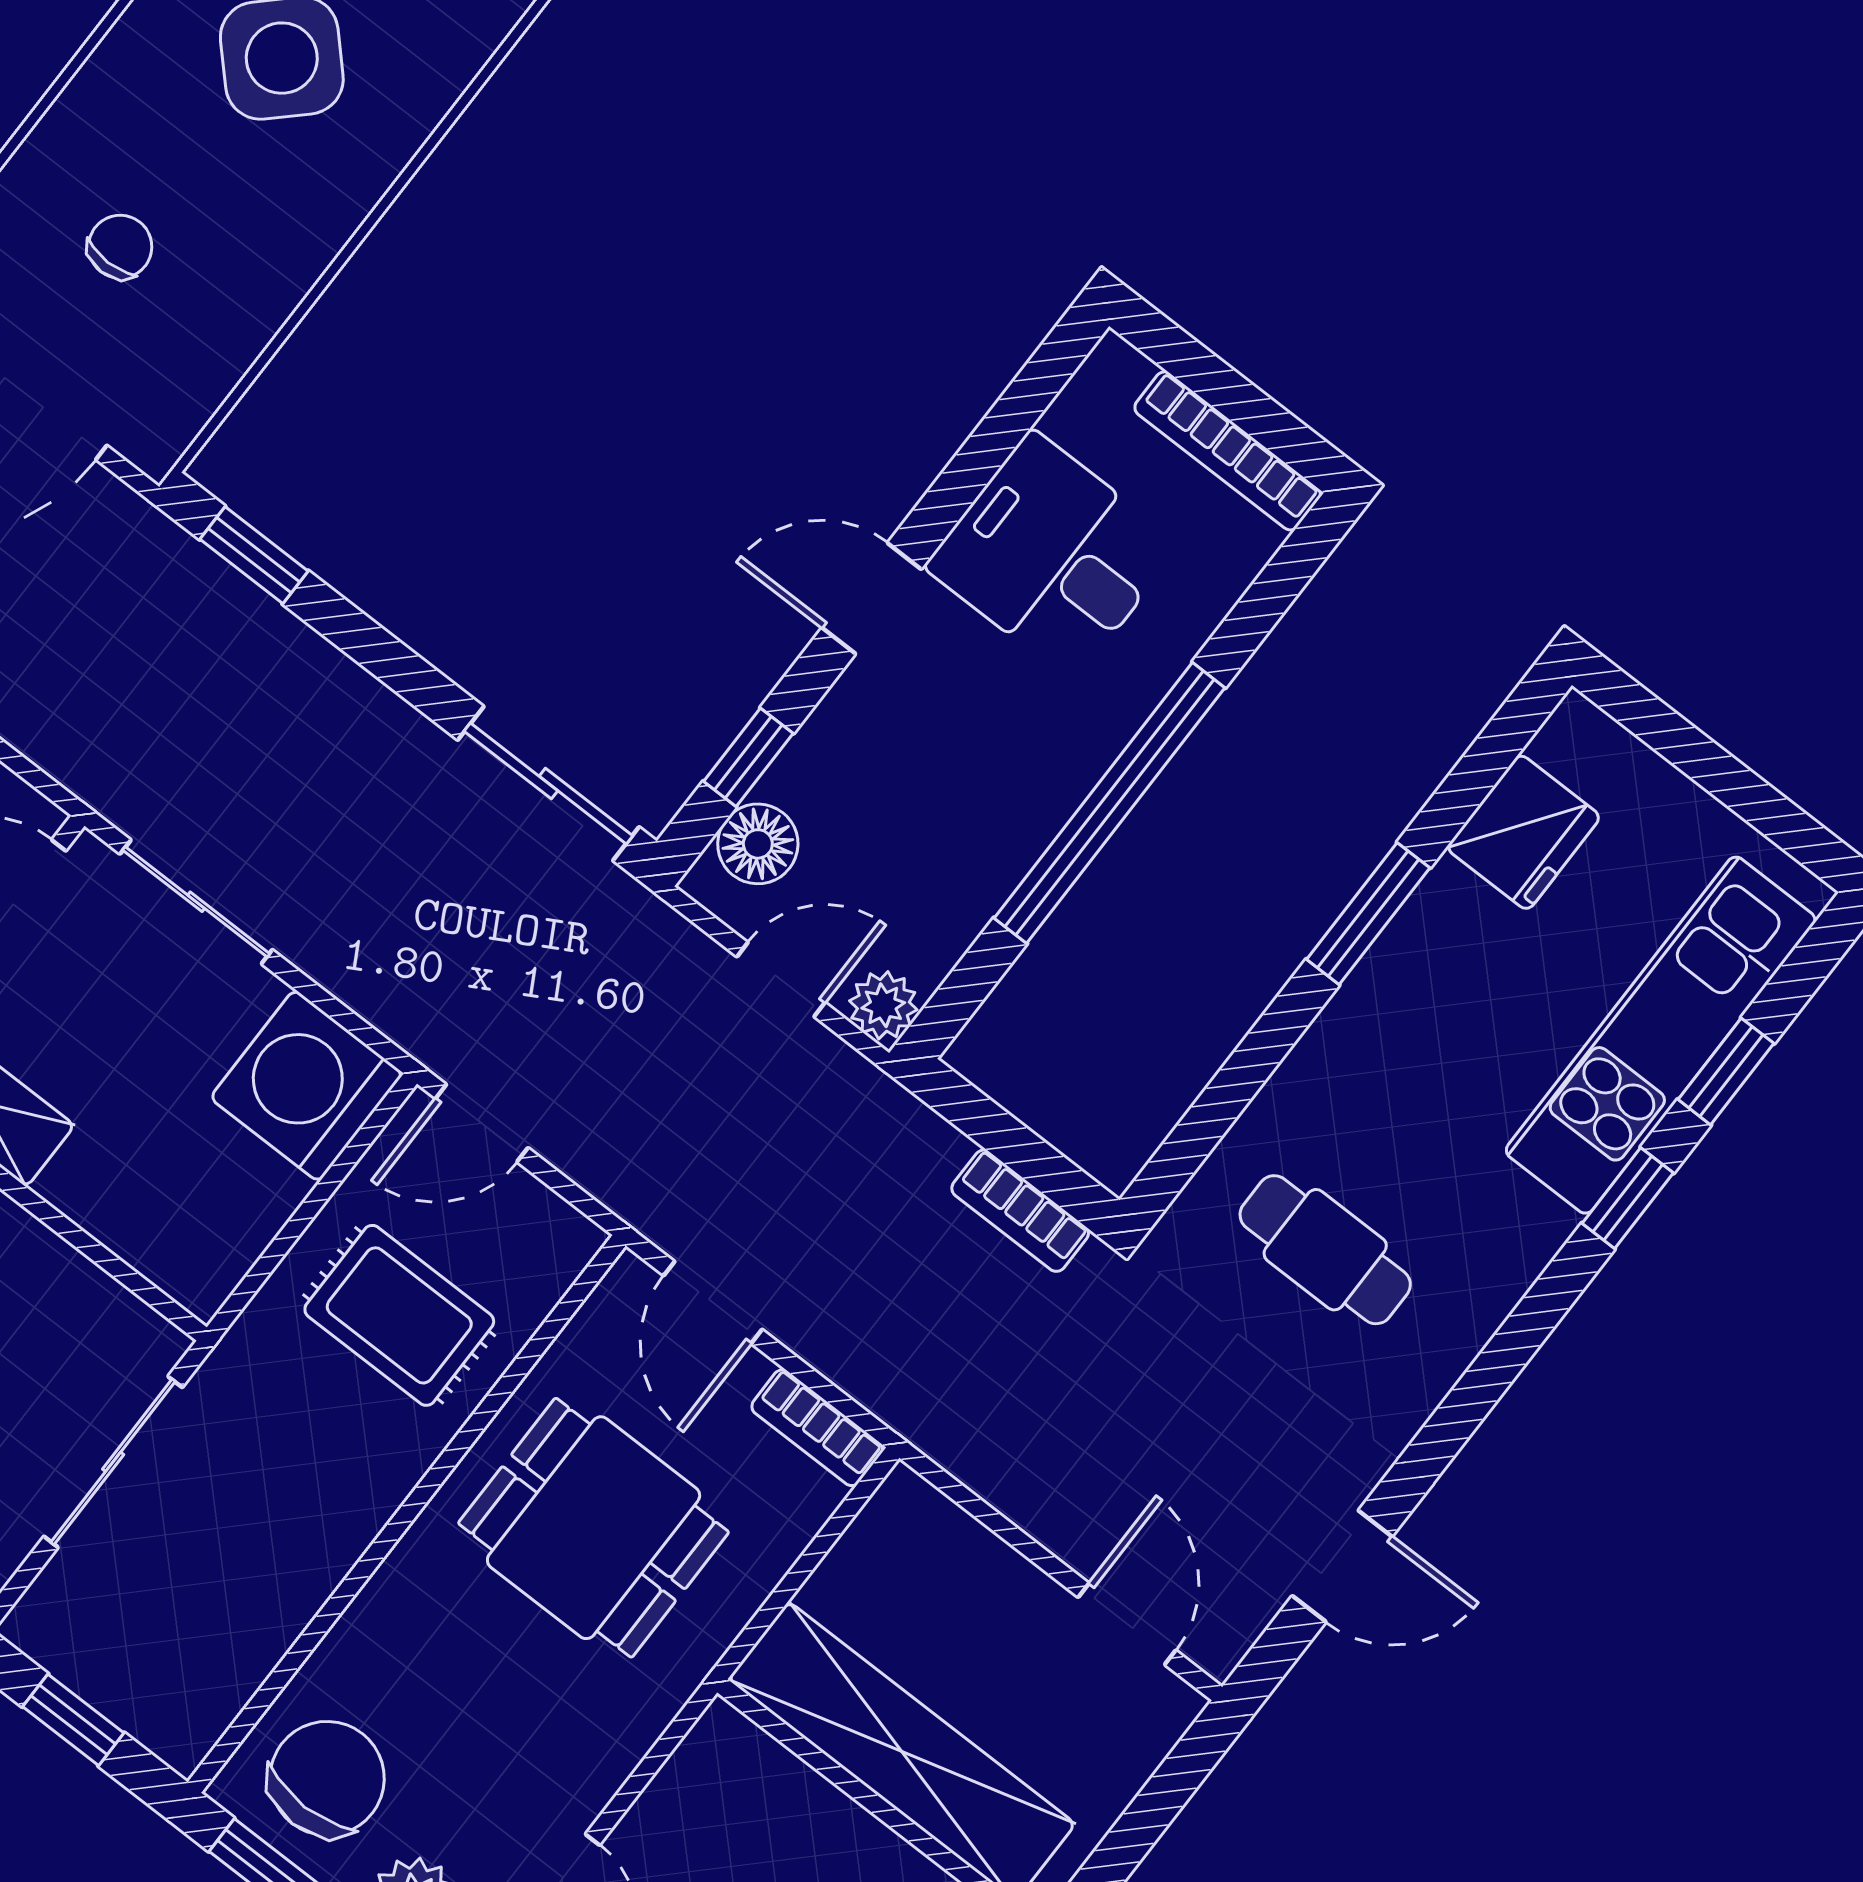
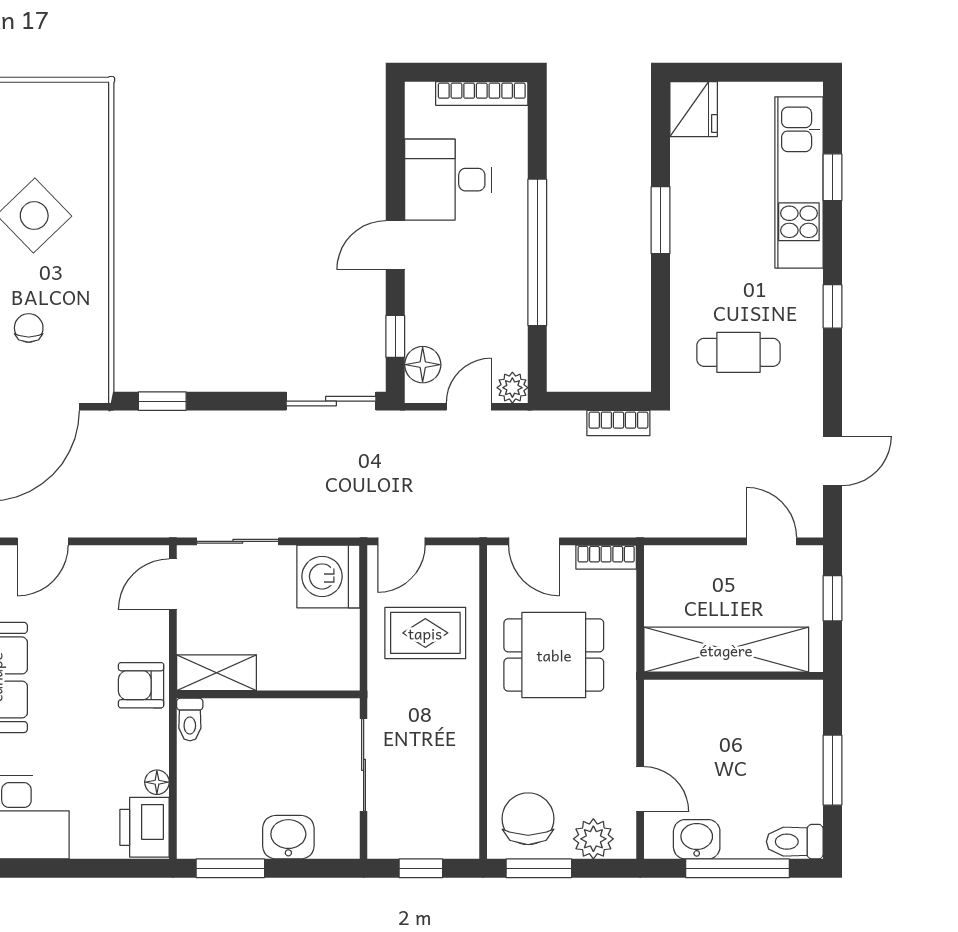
fridge: (1524, 832) -> (694, 109), moved
window: (1628, 1198) -> (832, 306), moved
window: (1156, 1806) -> (832, 598), added

